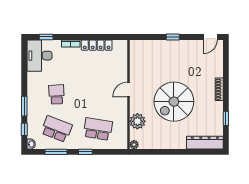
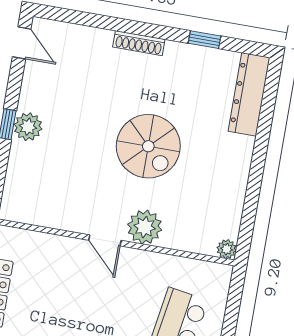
plant: (173, 46) -> (28, 127), added
spiral stairs: (174, 102) -> (148, 146), width x0.73, depth x0.73
plant: (137, 121) -> (145, 227), moved

